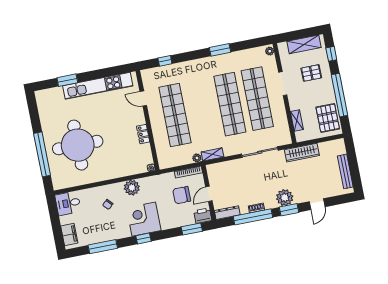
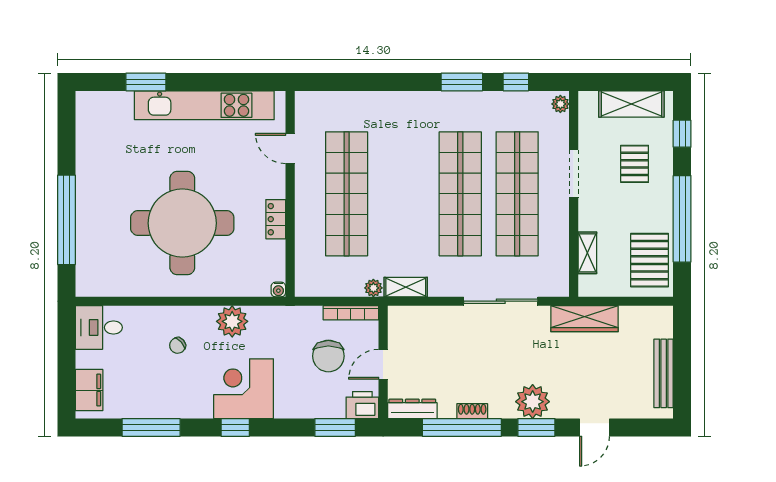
window: (165, 61) -> (516, 82), moved
pallet: (311, 73) -> (635, 164), turned 90
round table: (78, 145) -> (182, 223), moved
chair: (182, 195) -> (328, 356), turned -90

